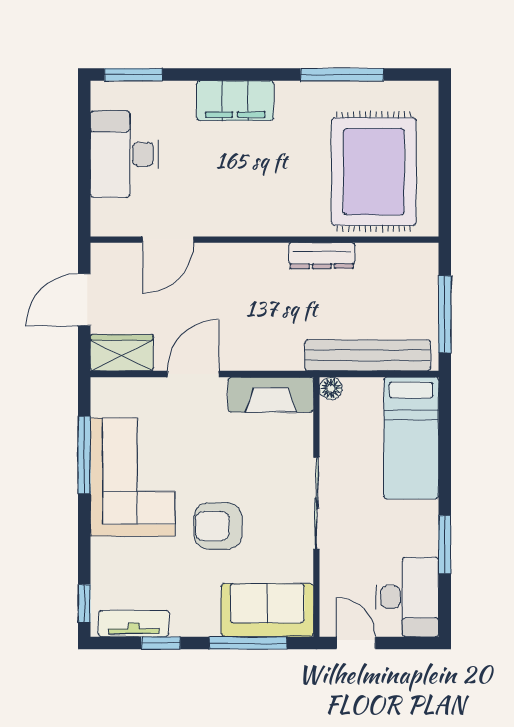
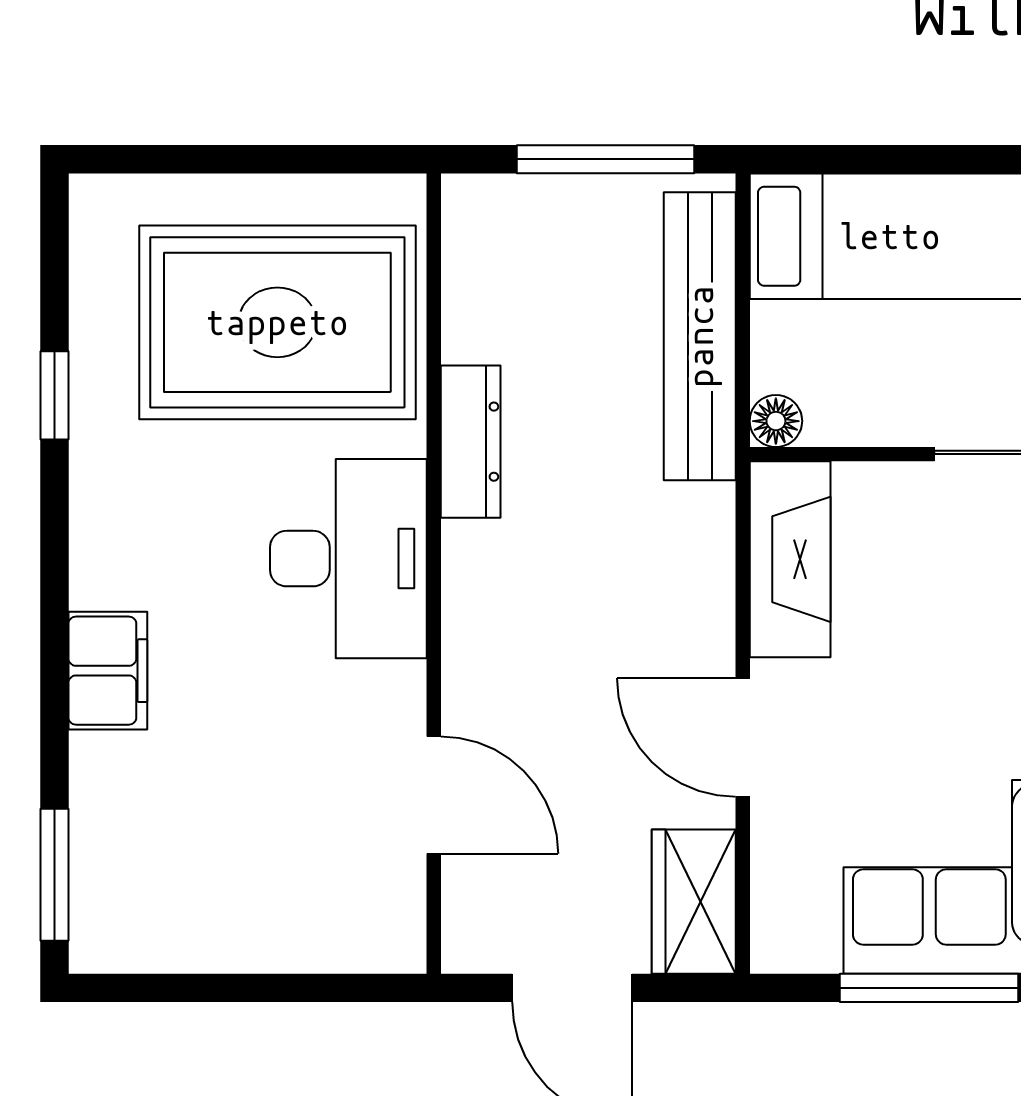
window: (342, 75) -> (55, 395), width x0.46
filing cabinet: (235, 101) -> (108, 671), width x0.67, depth x0.86
desk: (124, 154) -> (348, 559), moved, turned -90

